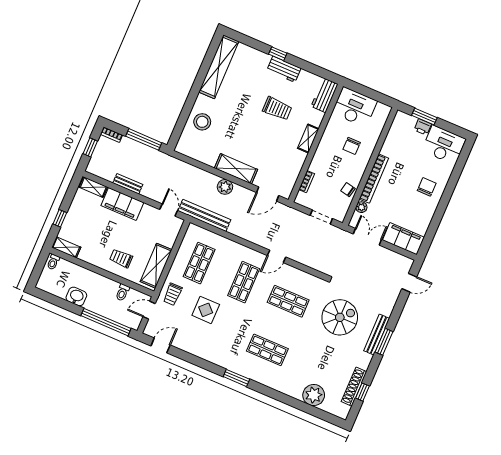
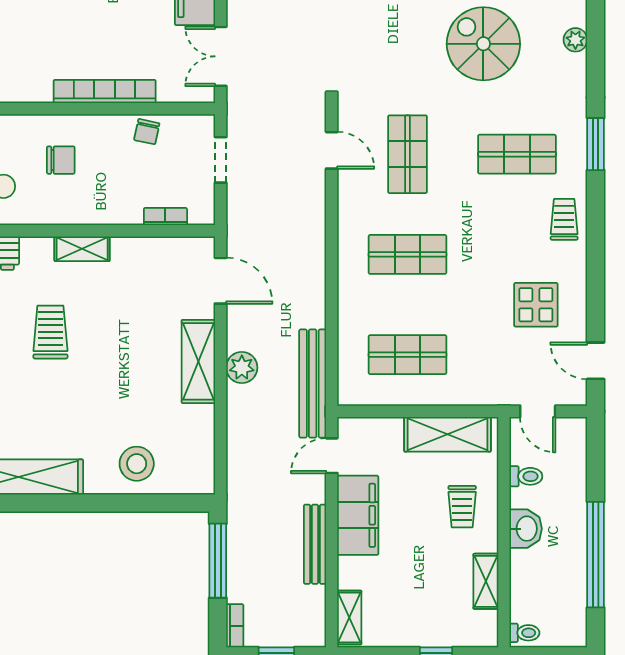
bench: (128, 184) -> (315, 544), width x1.36
filing cabinet: (122, 204) -> (358, 515), moved
plant: (361, 207) -> (169, 92), removed
shelving: (66, 247) -> (486, 581), moved
door: (276, 256) -> (332, 150), moved
trolley: (173, 294) -> (564, 219), moved, turned -90
washbasin: (76, 296) -> (526, 529), moved, turned 180
display table: (206, 310) -> (536, 305), moved
spiral stairs: (340, 317) -> (483, 44), moved
window: (106, 322) -> (596, 555), moved
shop shelf: (267, 350) -> (517, 154), turned 90
window: (236, 378) -> (596, 144), moved
plant: (314, 395) -> (575, 40), width x0.53, depth x0.53

